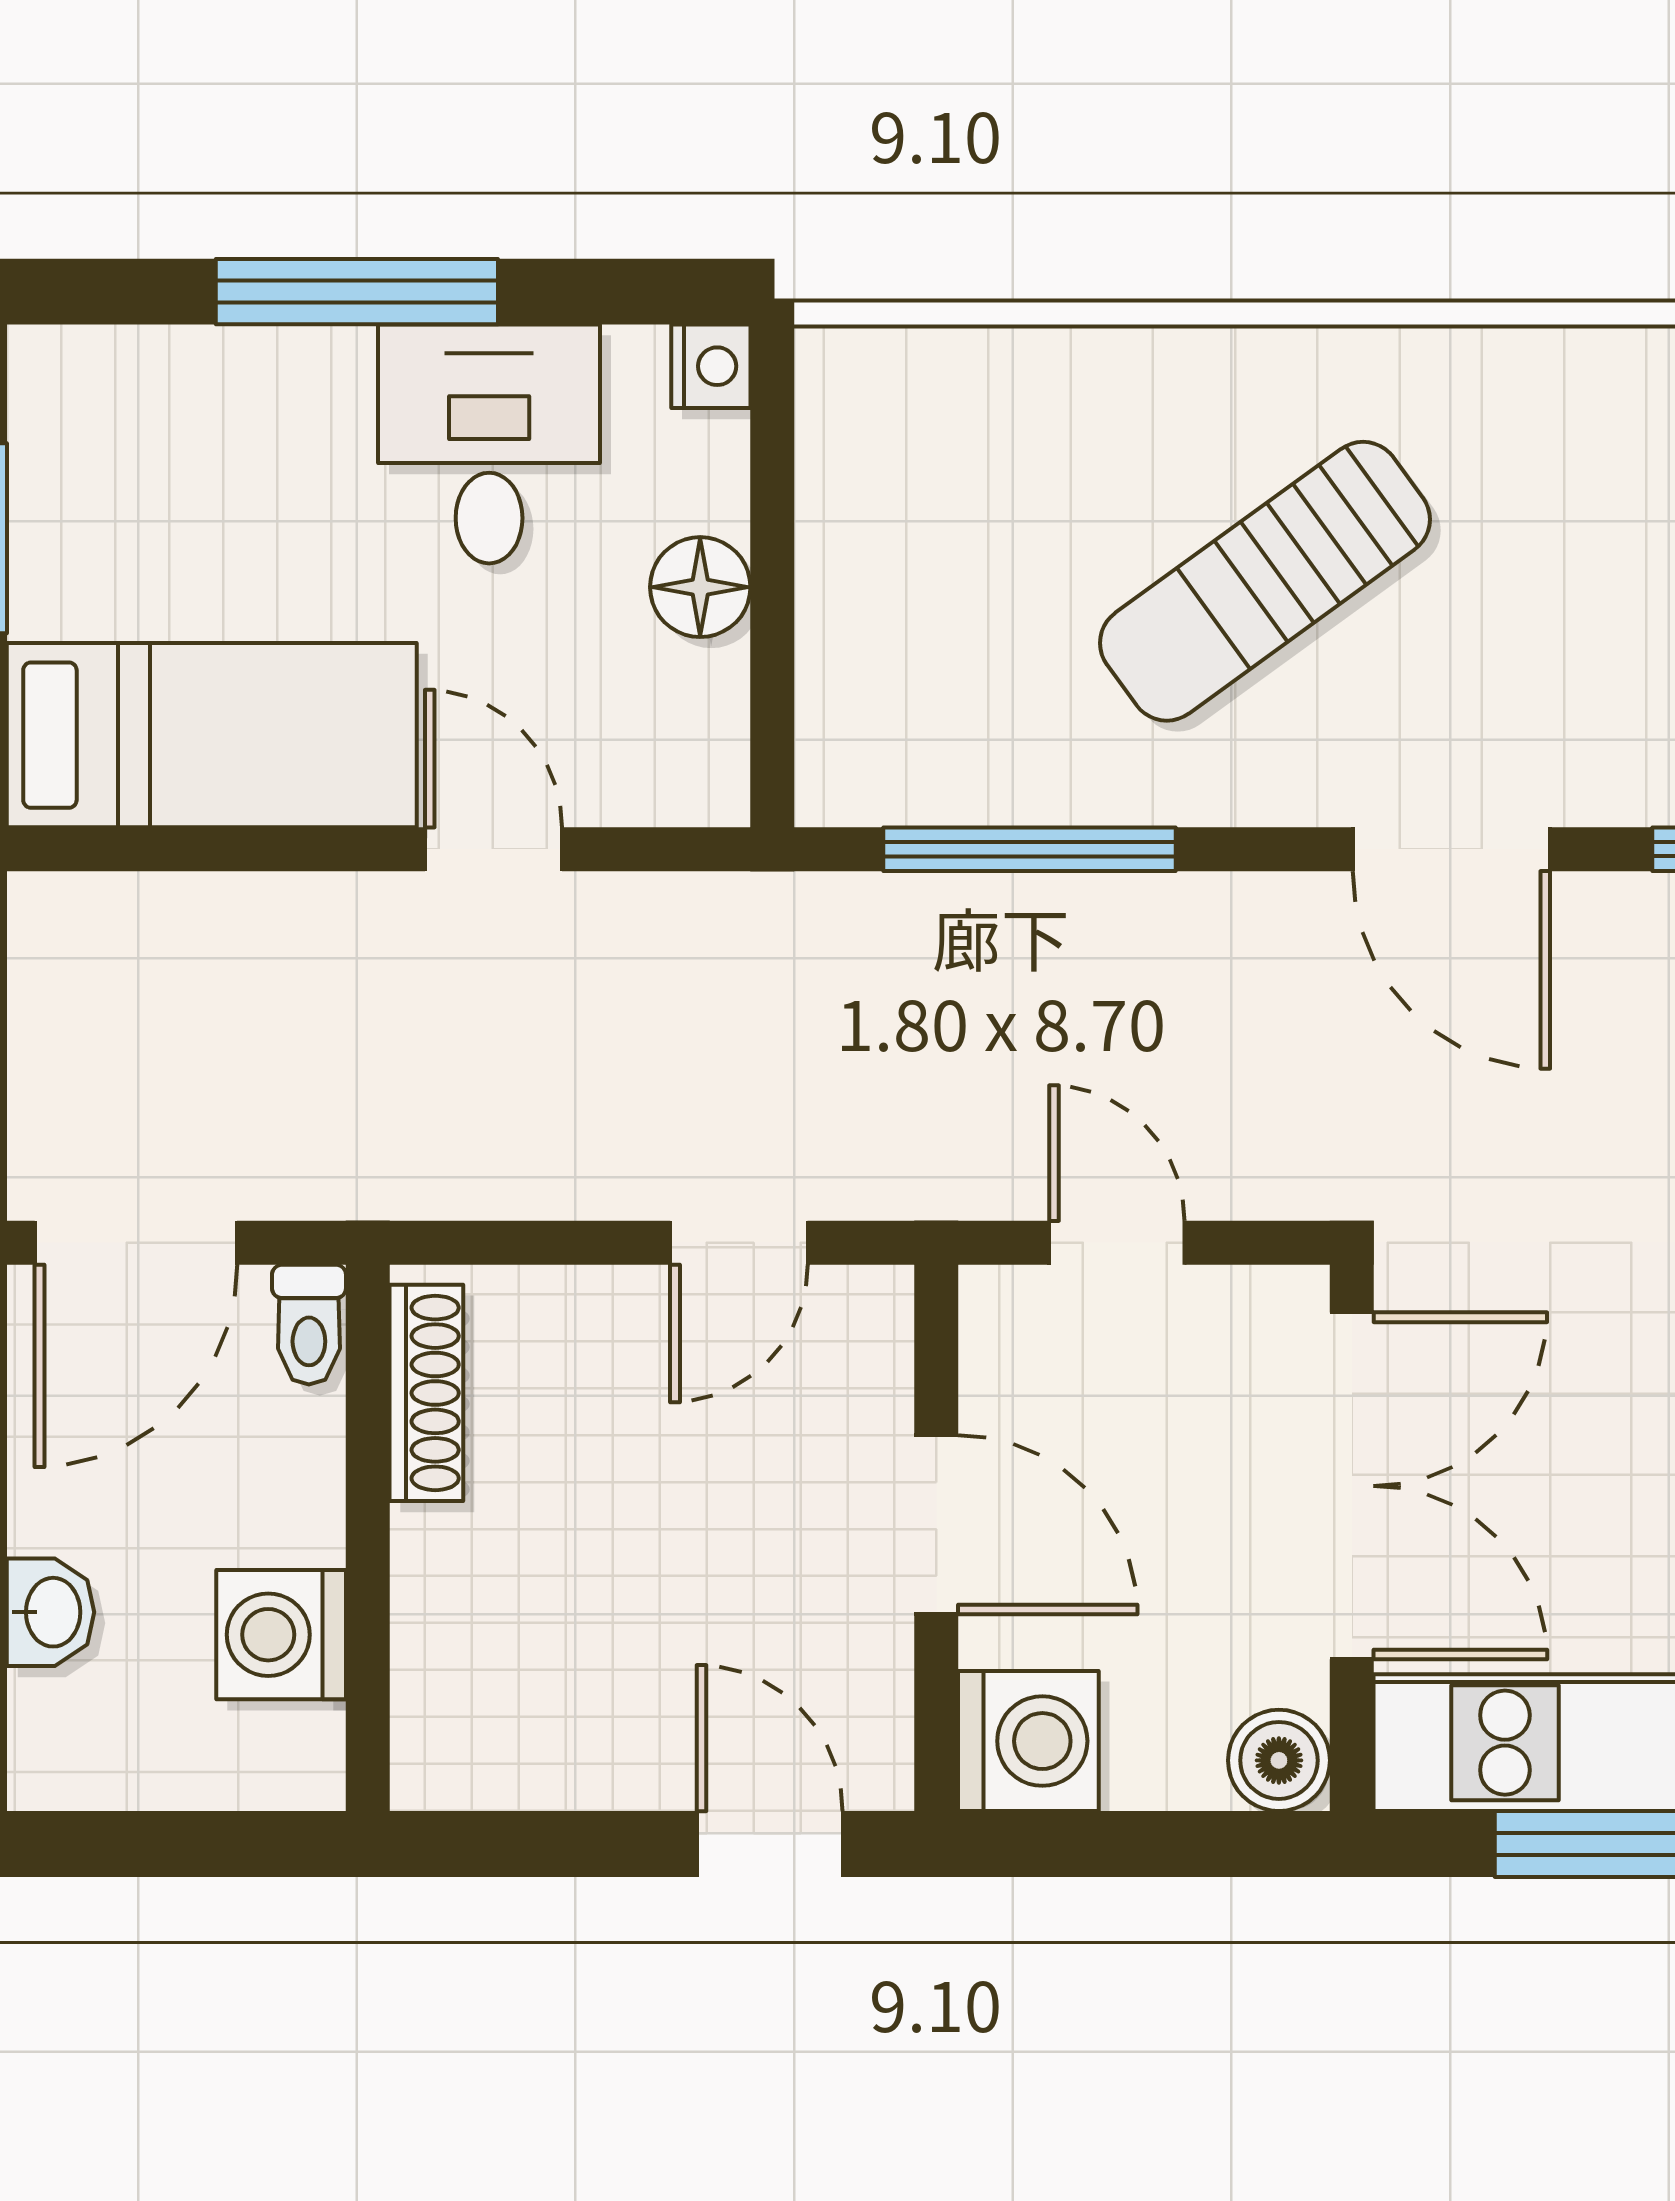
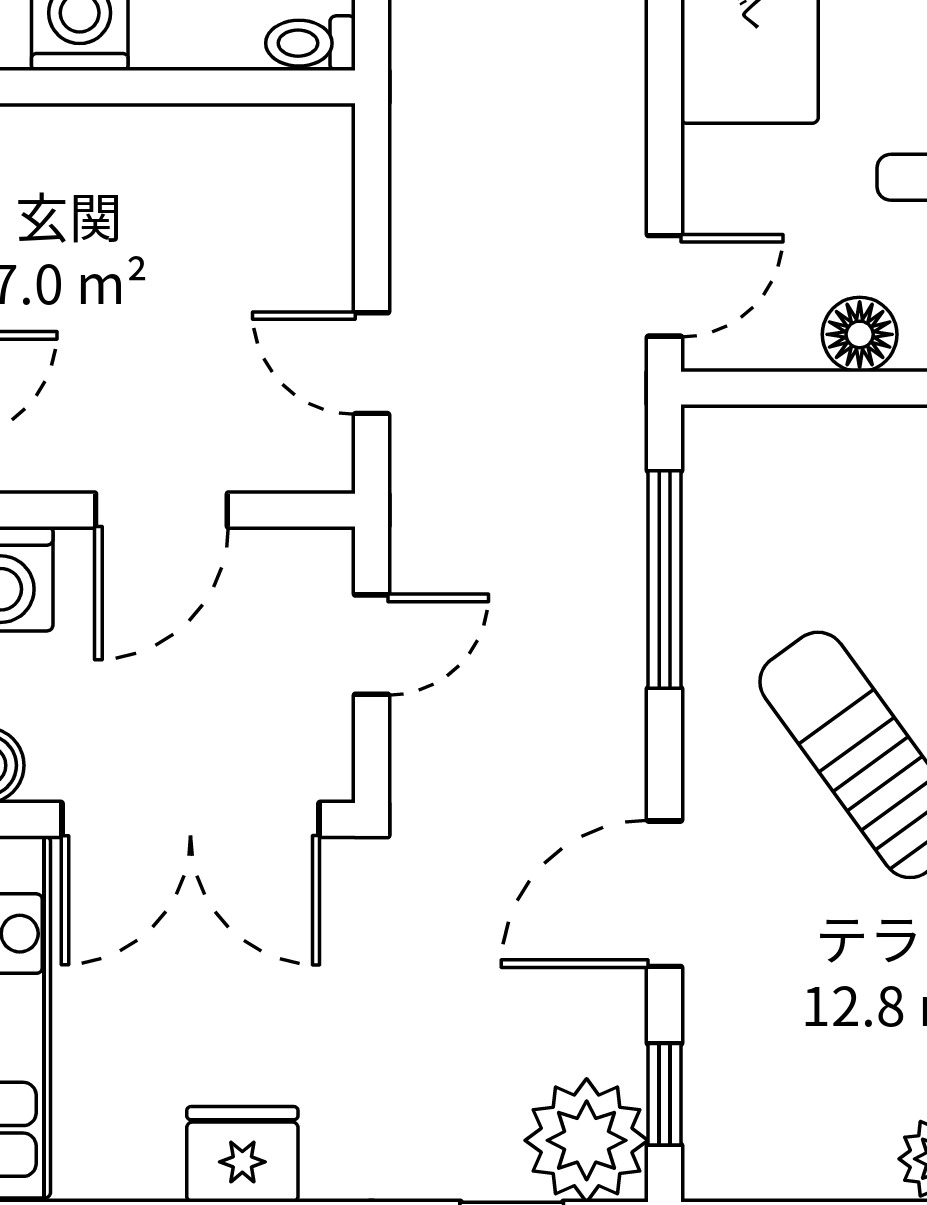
door: (493, 849) -> (665, 286), moved
shoe rack: (426, 1393) -> (260, 131), removed

